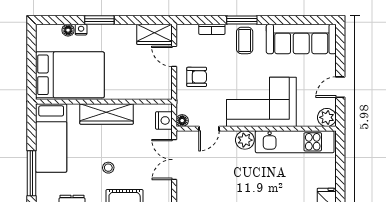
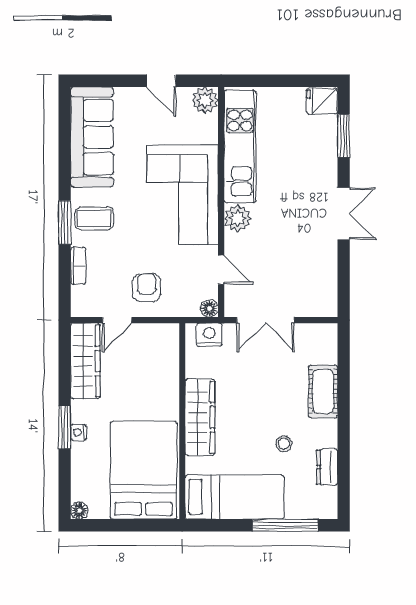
floor lamp: (68, 30) -> (79, 511), moved
nightstand: (81, 30) -> (78, 432), moved
wardrobe: (154, 34) -> (85, 361), width x1.50
stool: (108, 168) -> (284, 444), moved

